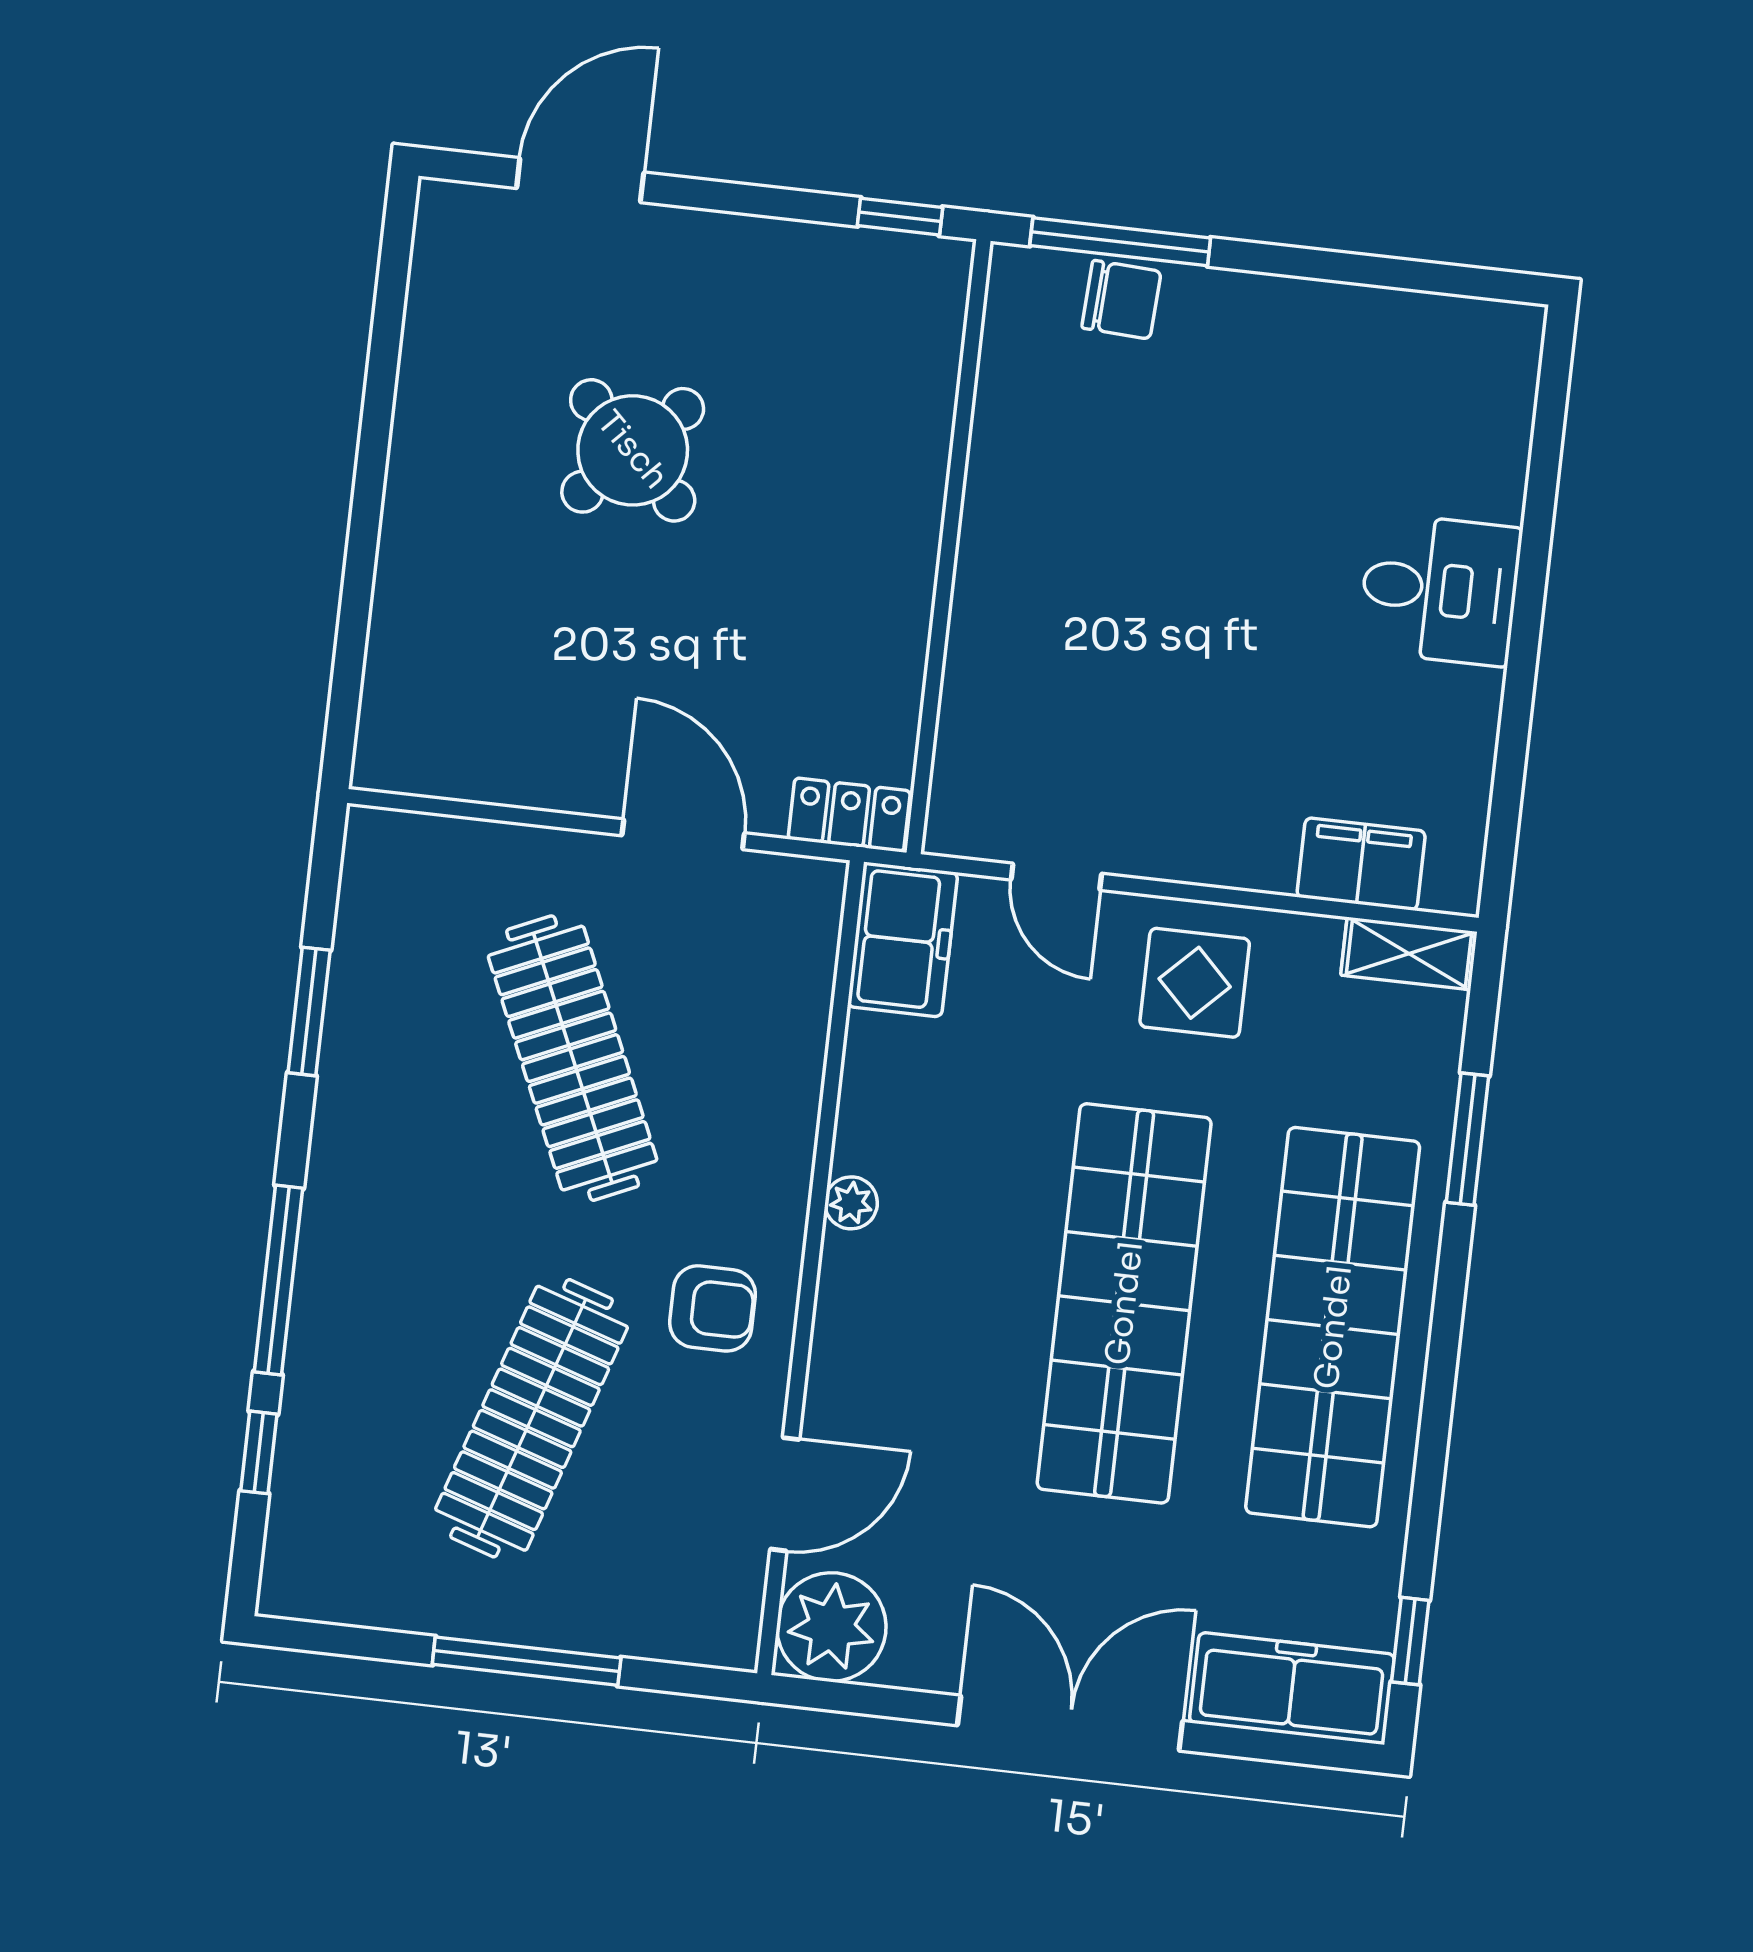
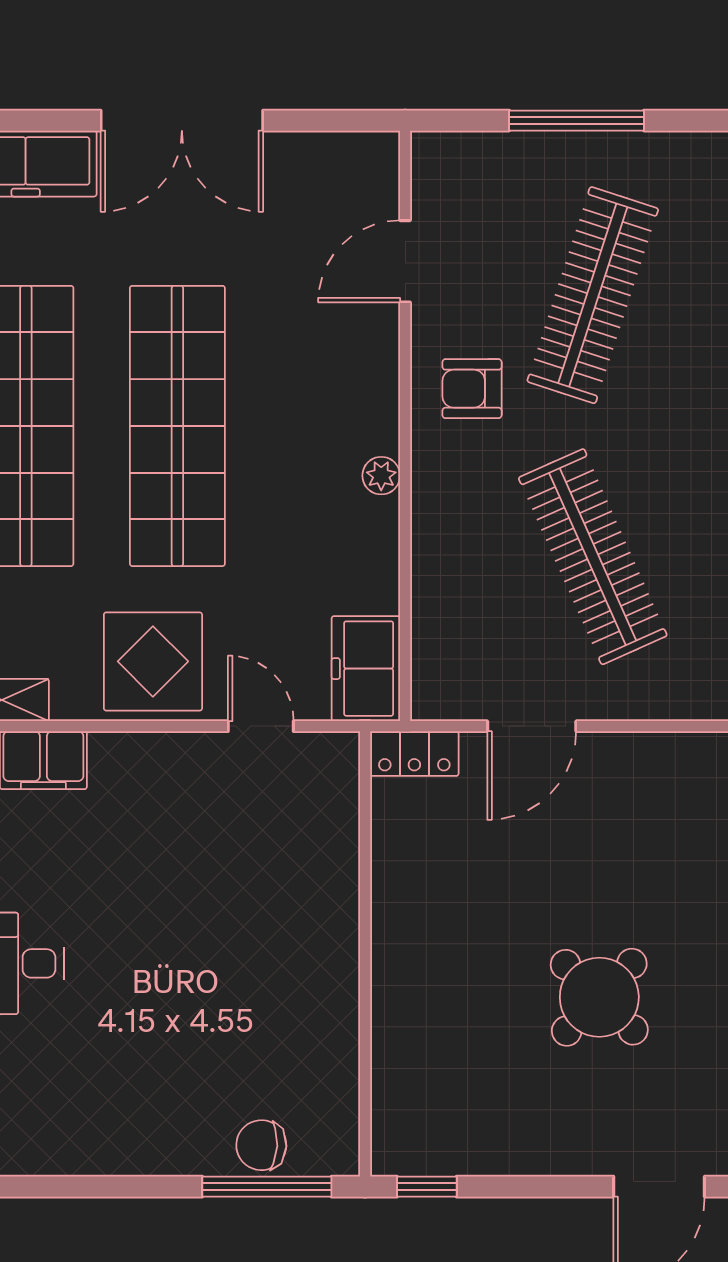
door: (683, 834) -> (532, 726), hinge flipped
display table: (1195, 983) -> (153, 661), width x1.36, depth x1.36
plant: (831, 1627) -> (361, 170), removed

